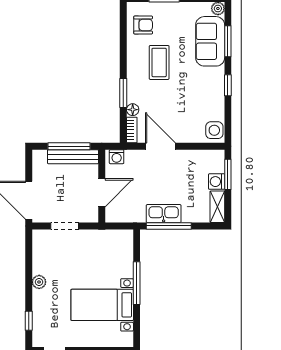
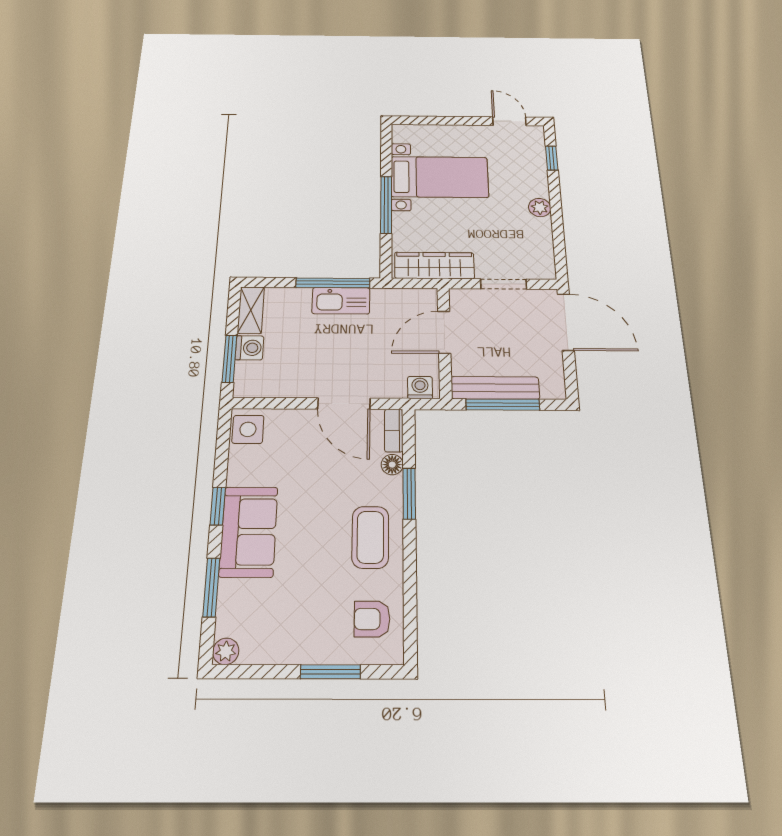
sofa: (210, 41) -> (249, 532), moved
coffee table: (159, 62) -> (370, 537), moved
wardrobe: (107, 239) -> (434, 266), added

